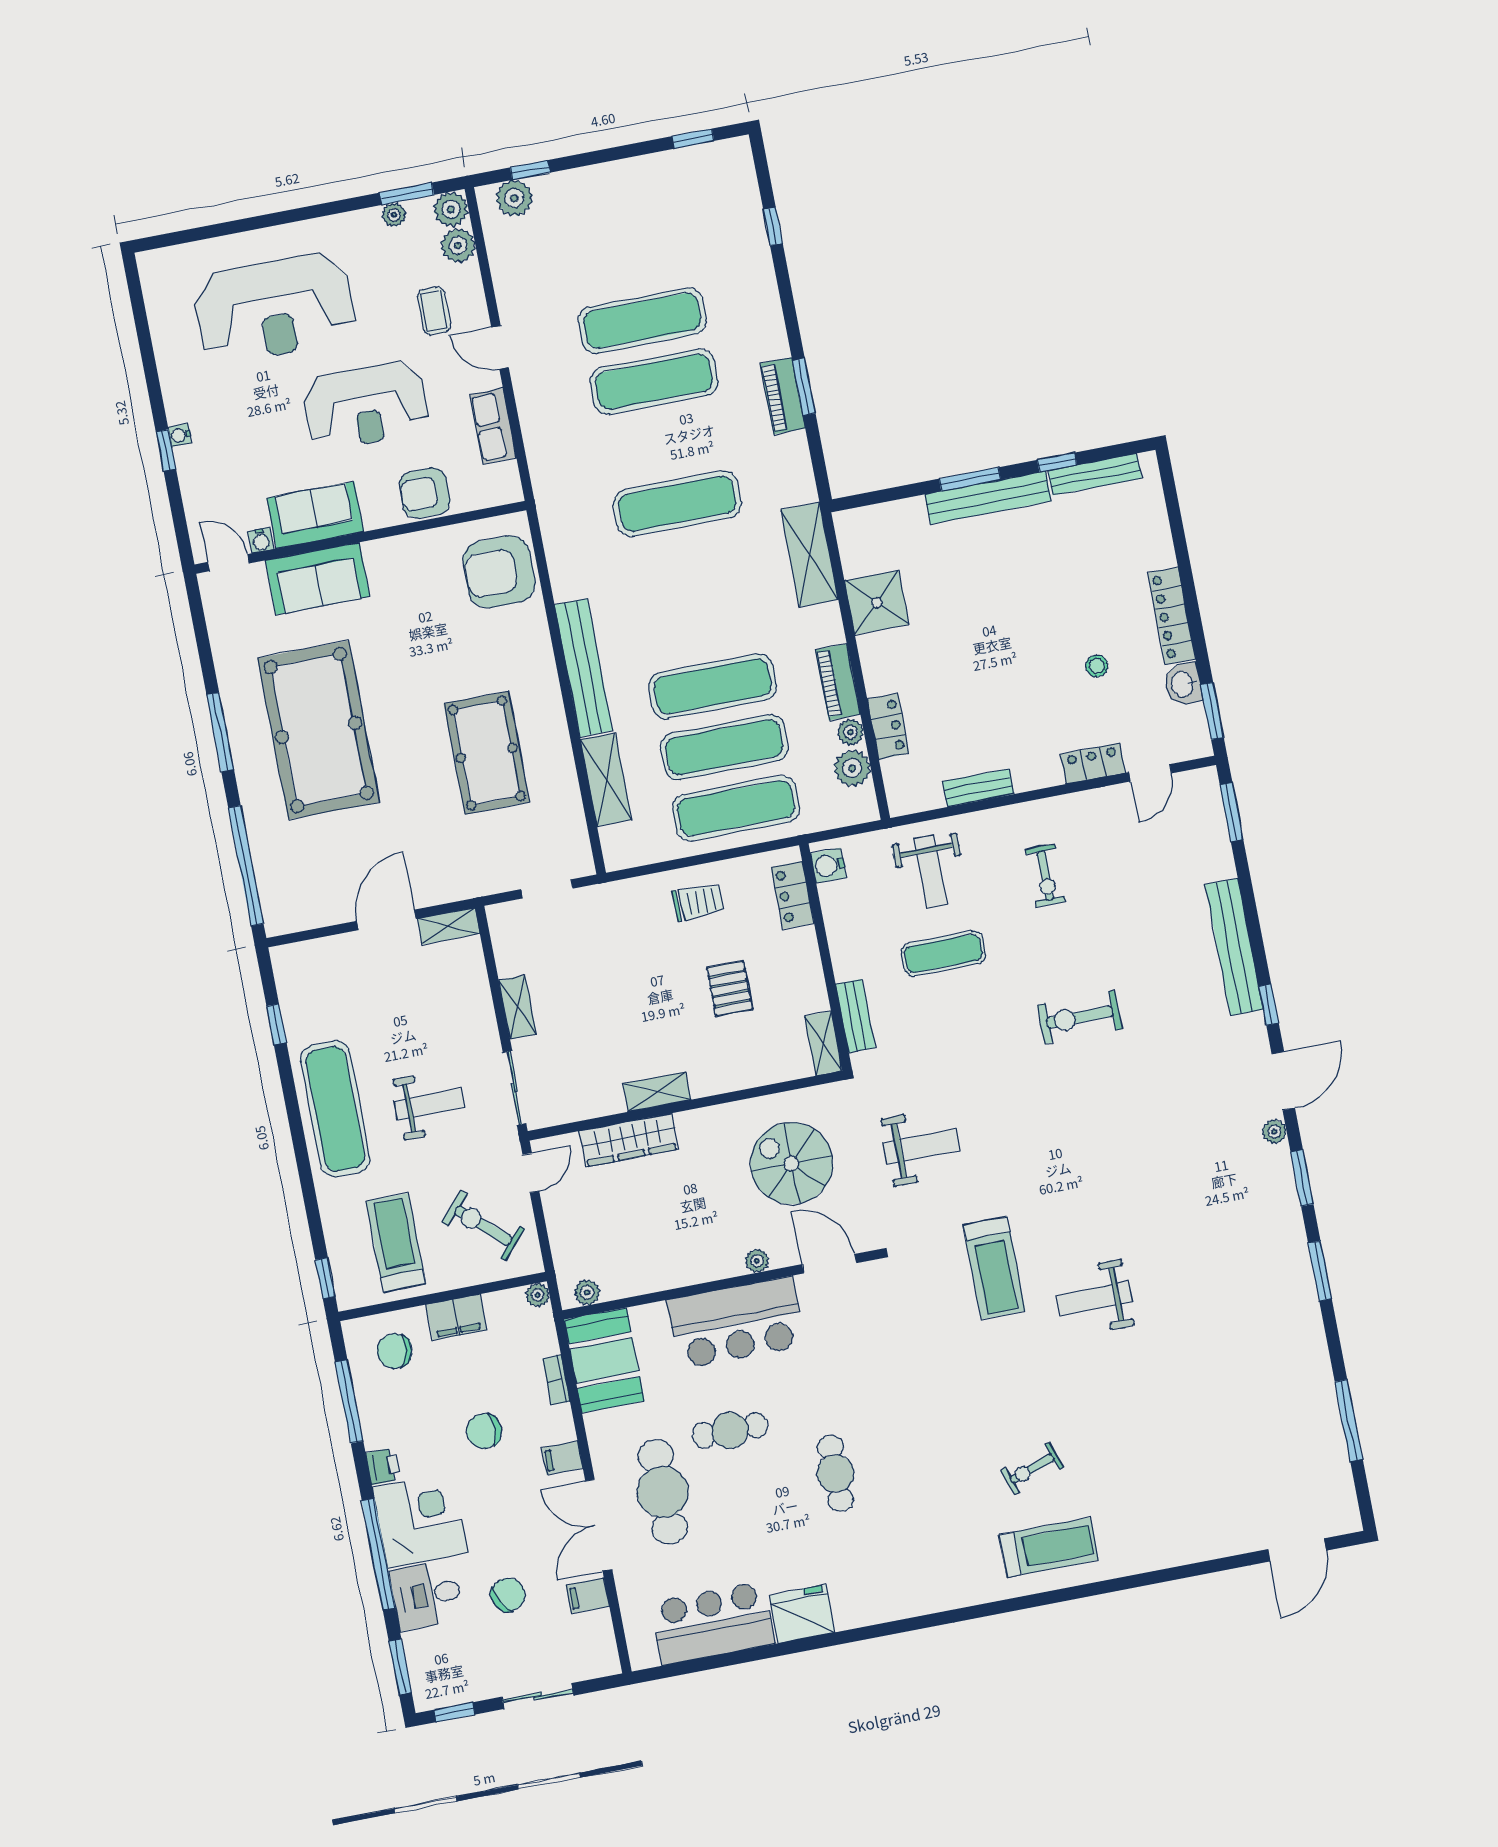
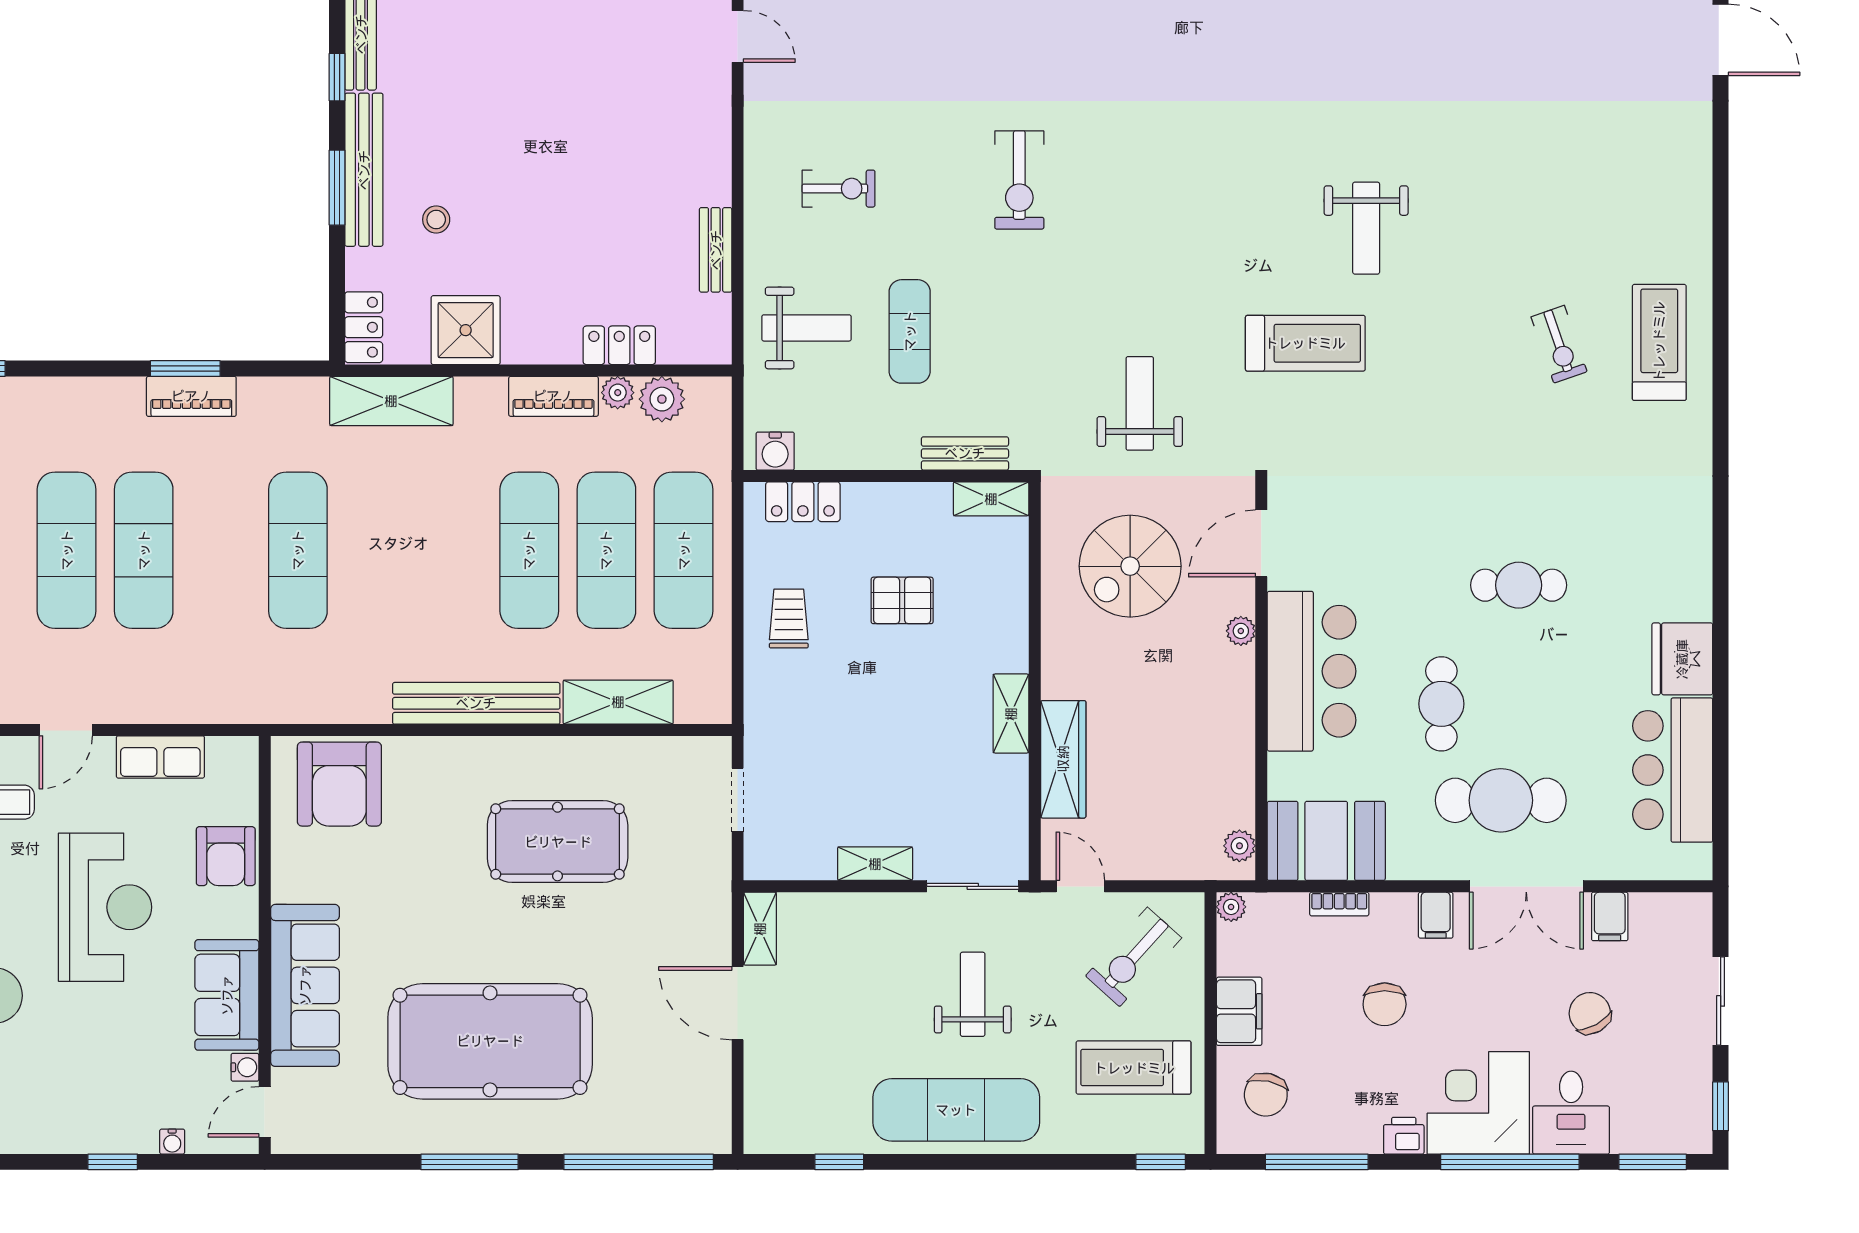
water cooler: (180, 435) -> (172, 1142), moved
sofa: (318, 579) -> (305, 985), width x1.36
stool: (1097, 666) -> (436, 220), moved
locker: (1093, 763) -> (364, 327), moved, turned 180

